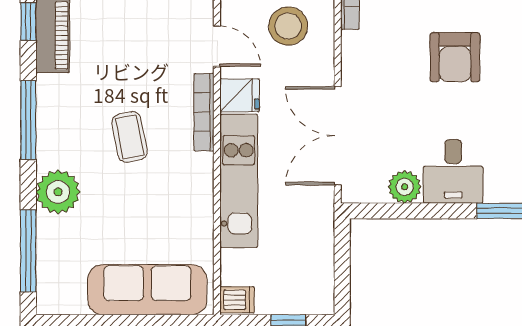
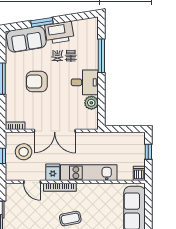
door: (217, 46) -> (32, 182), swing flipped
armchair: (455, 57) -> (37, 82), turned 180
double door: (338, 136) -> (55, 131), moved

